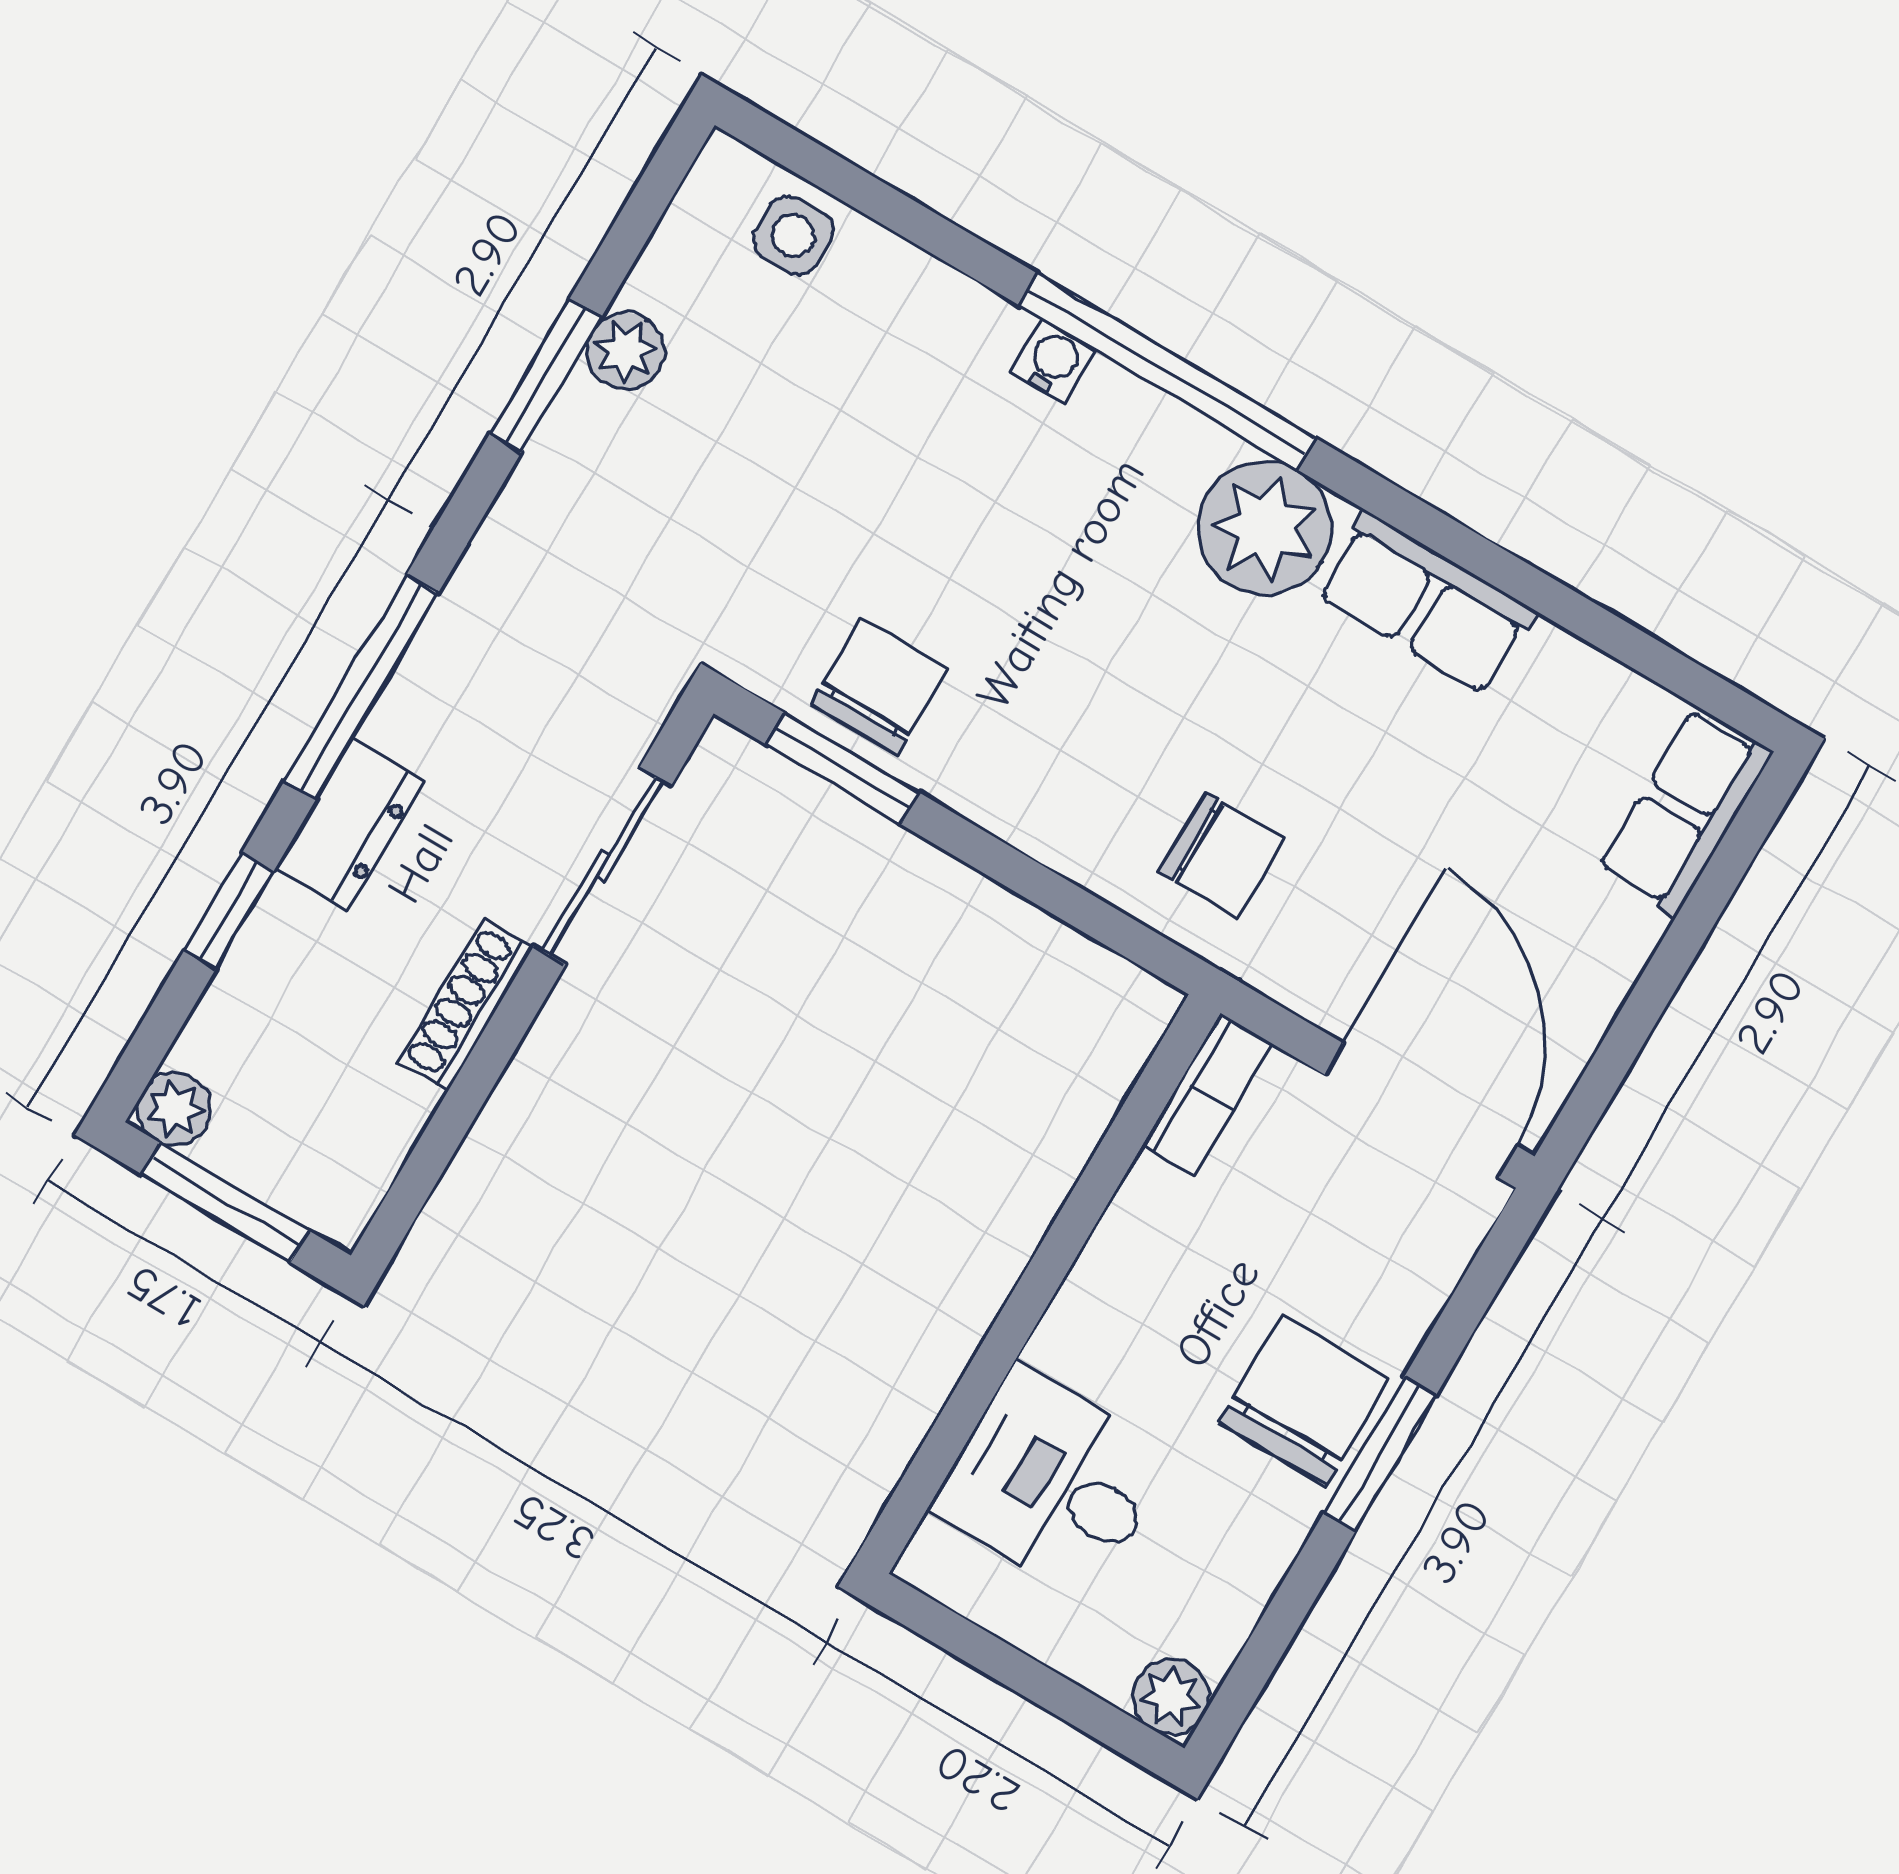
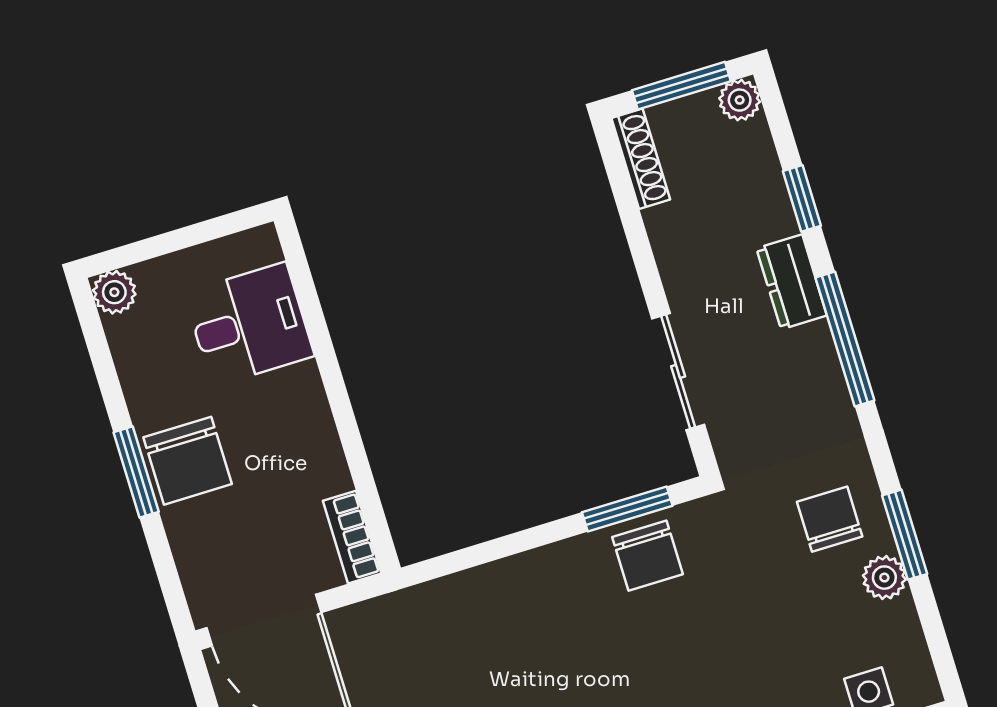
chair: (1221, 855) -> (830, 519), moved, turned 90
shoe rack: (466, 1005) -> (641, 159), moved

